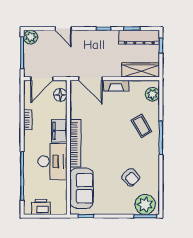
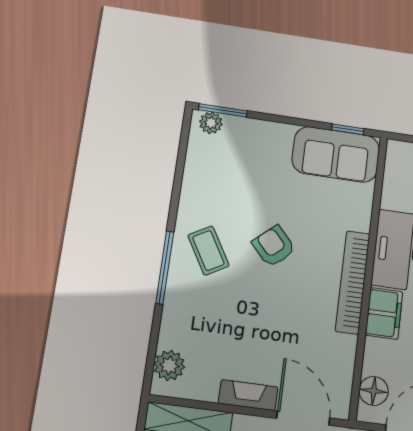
coffee table: (142, 126) -> (208, 251), moved
armchair: (131, 177) -> (274, 246), moved
sofa: (82, 188) -> (336, 154), moved, turned -90
plant: (145, 204) -> (211, 123), width x0.53, depth x0.53

